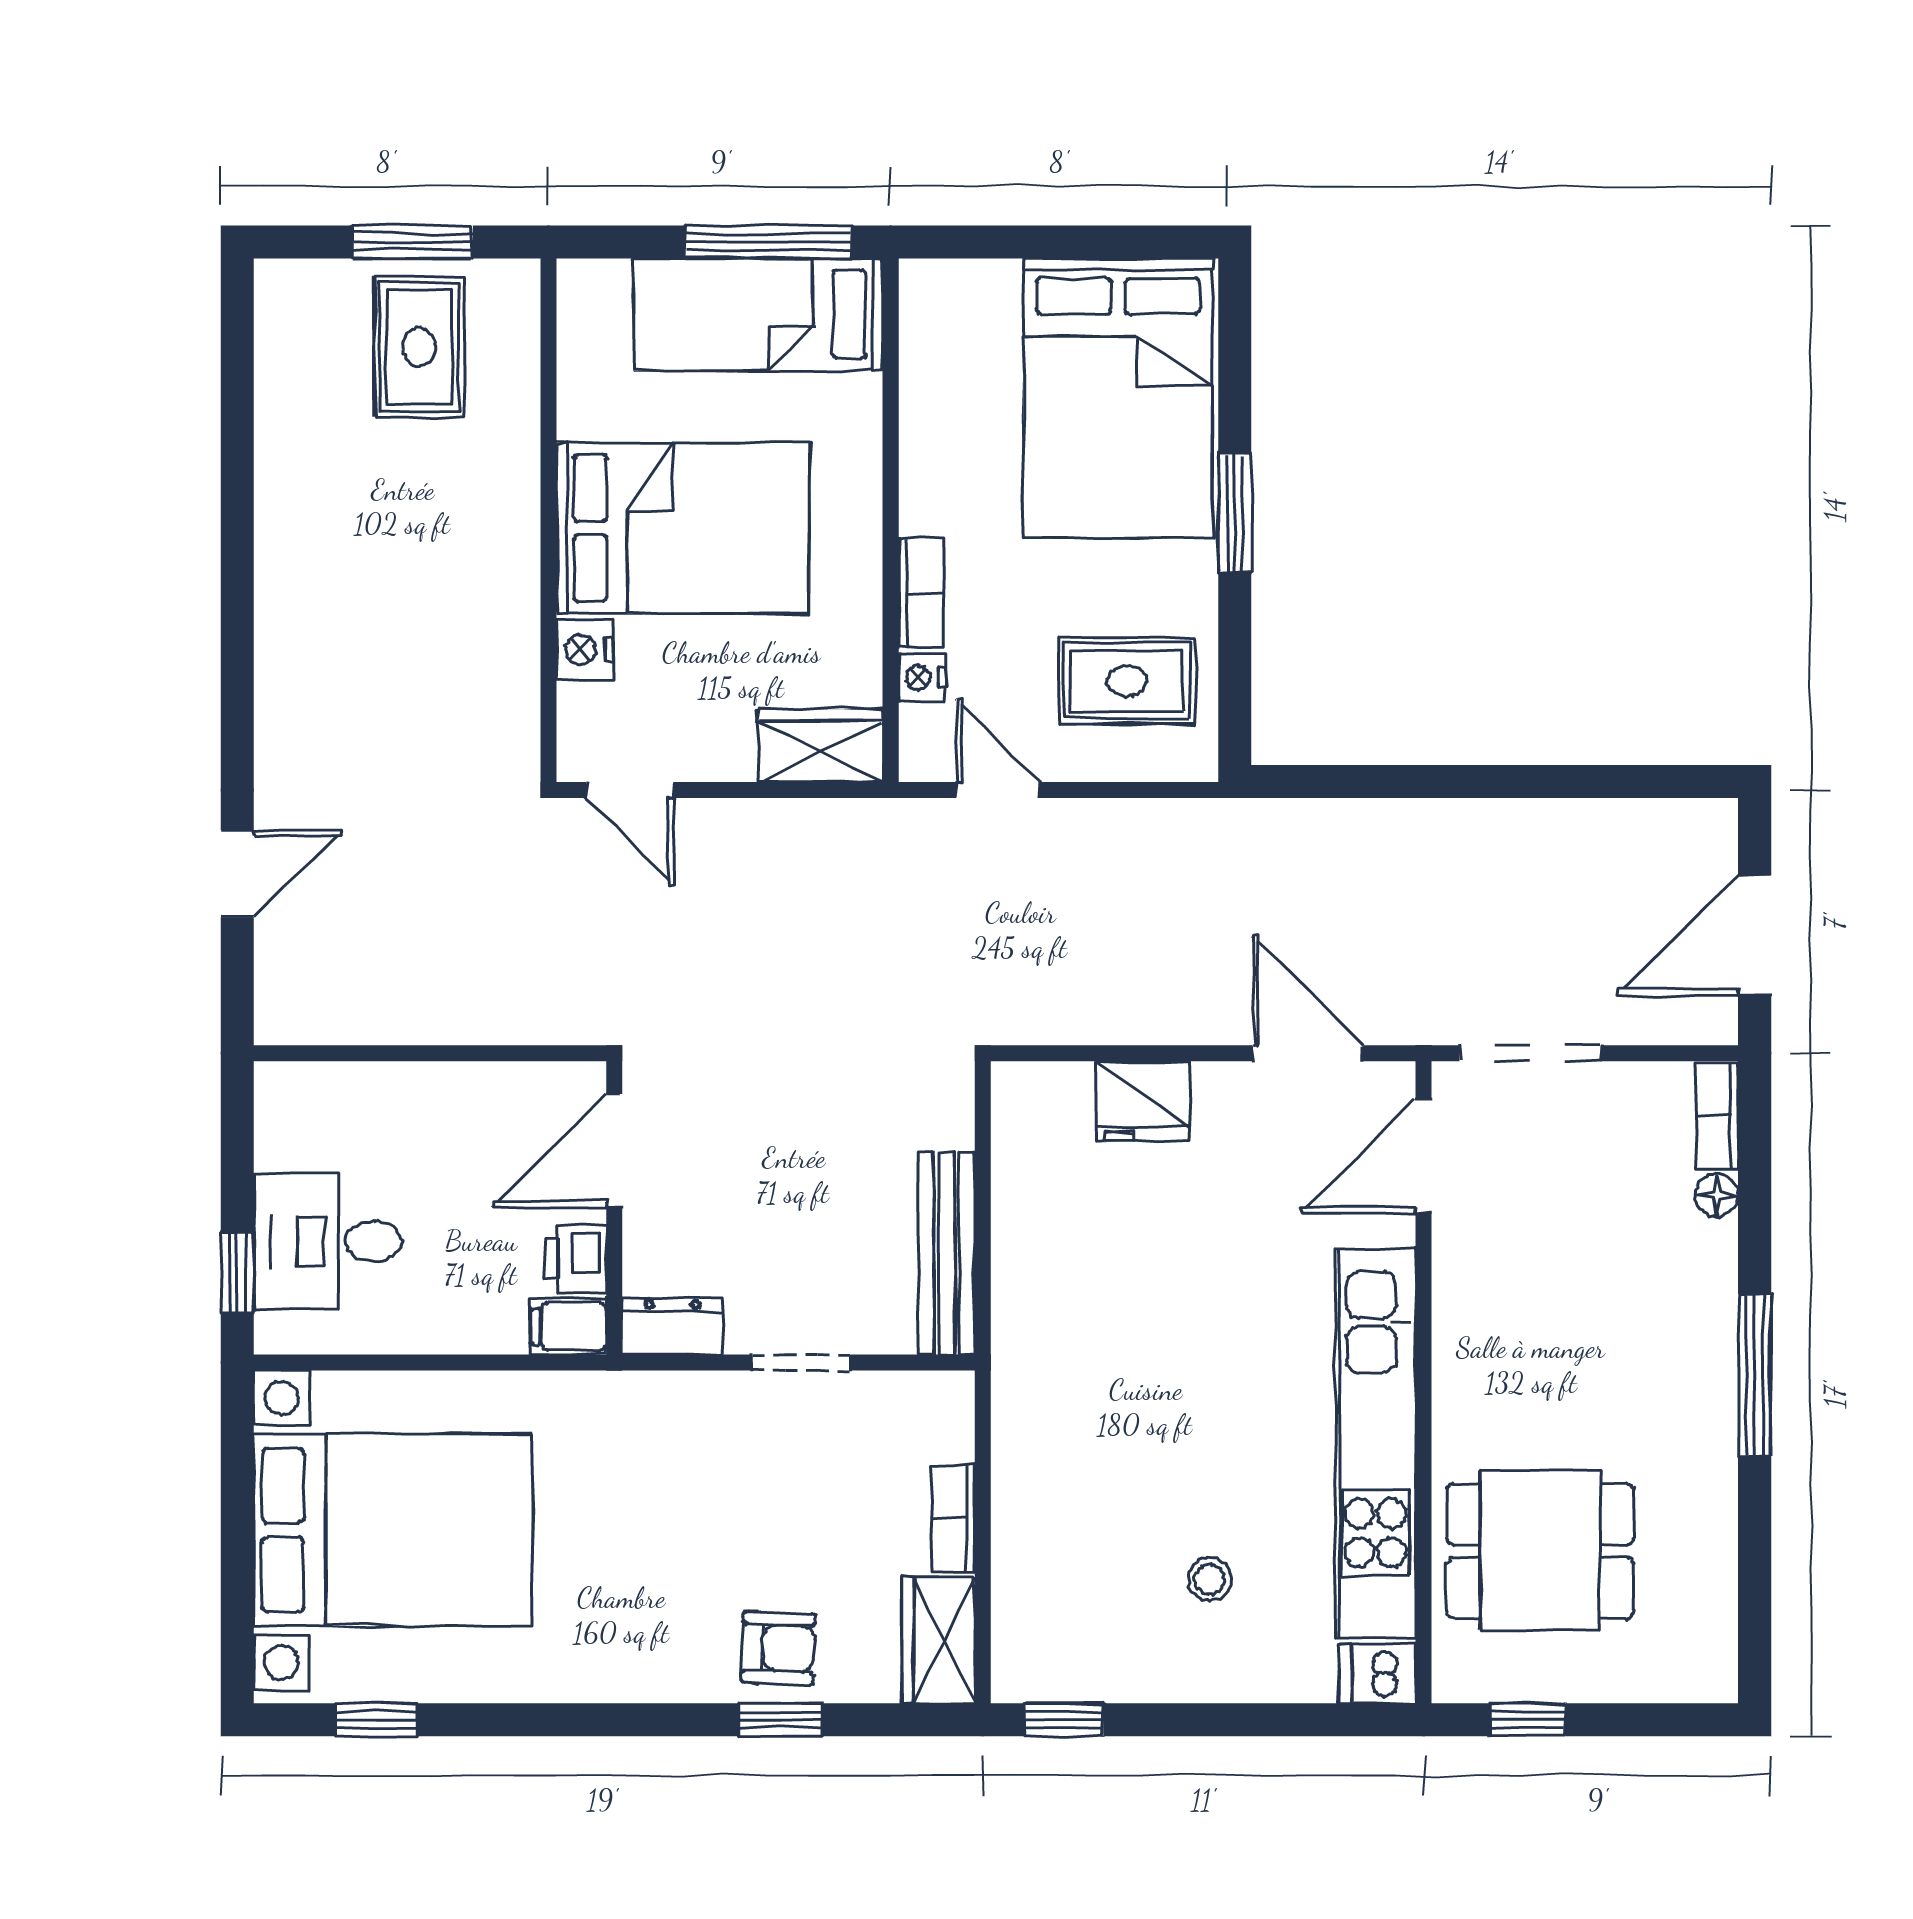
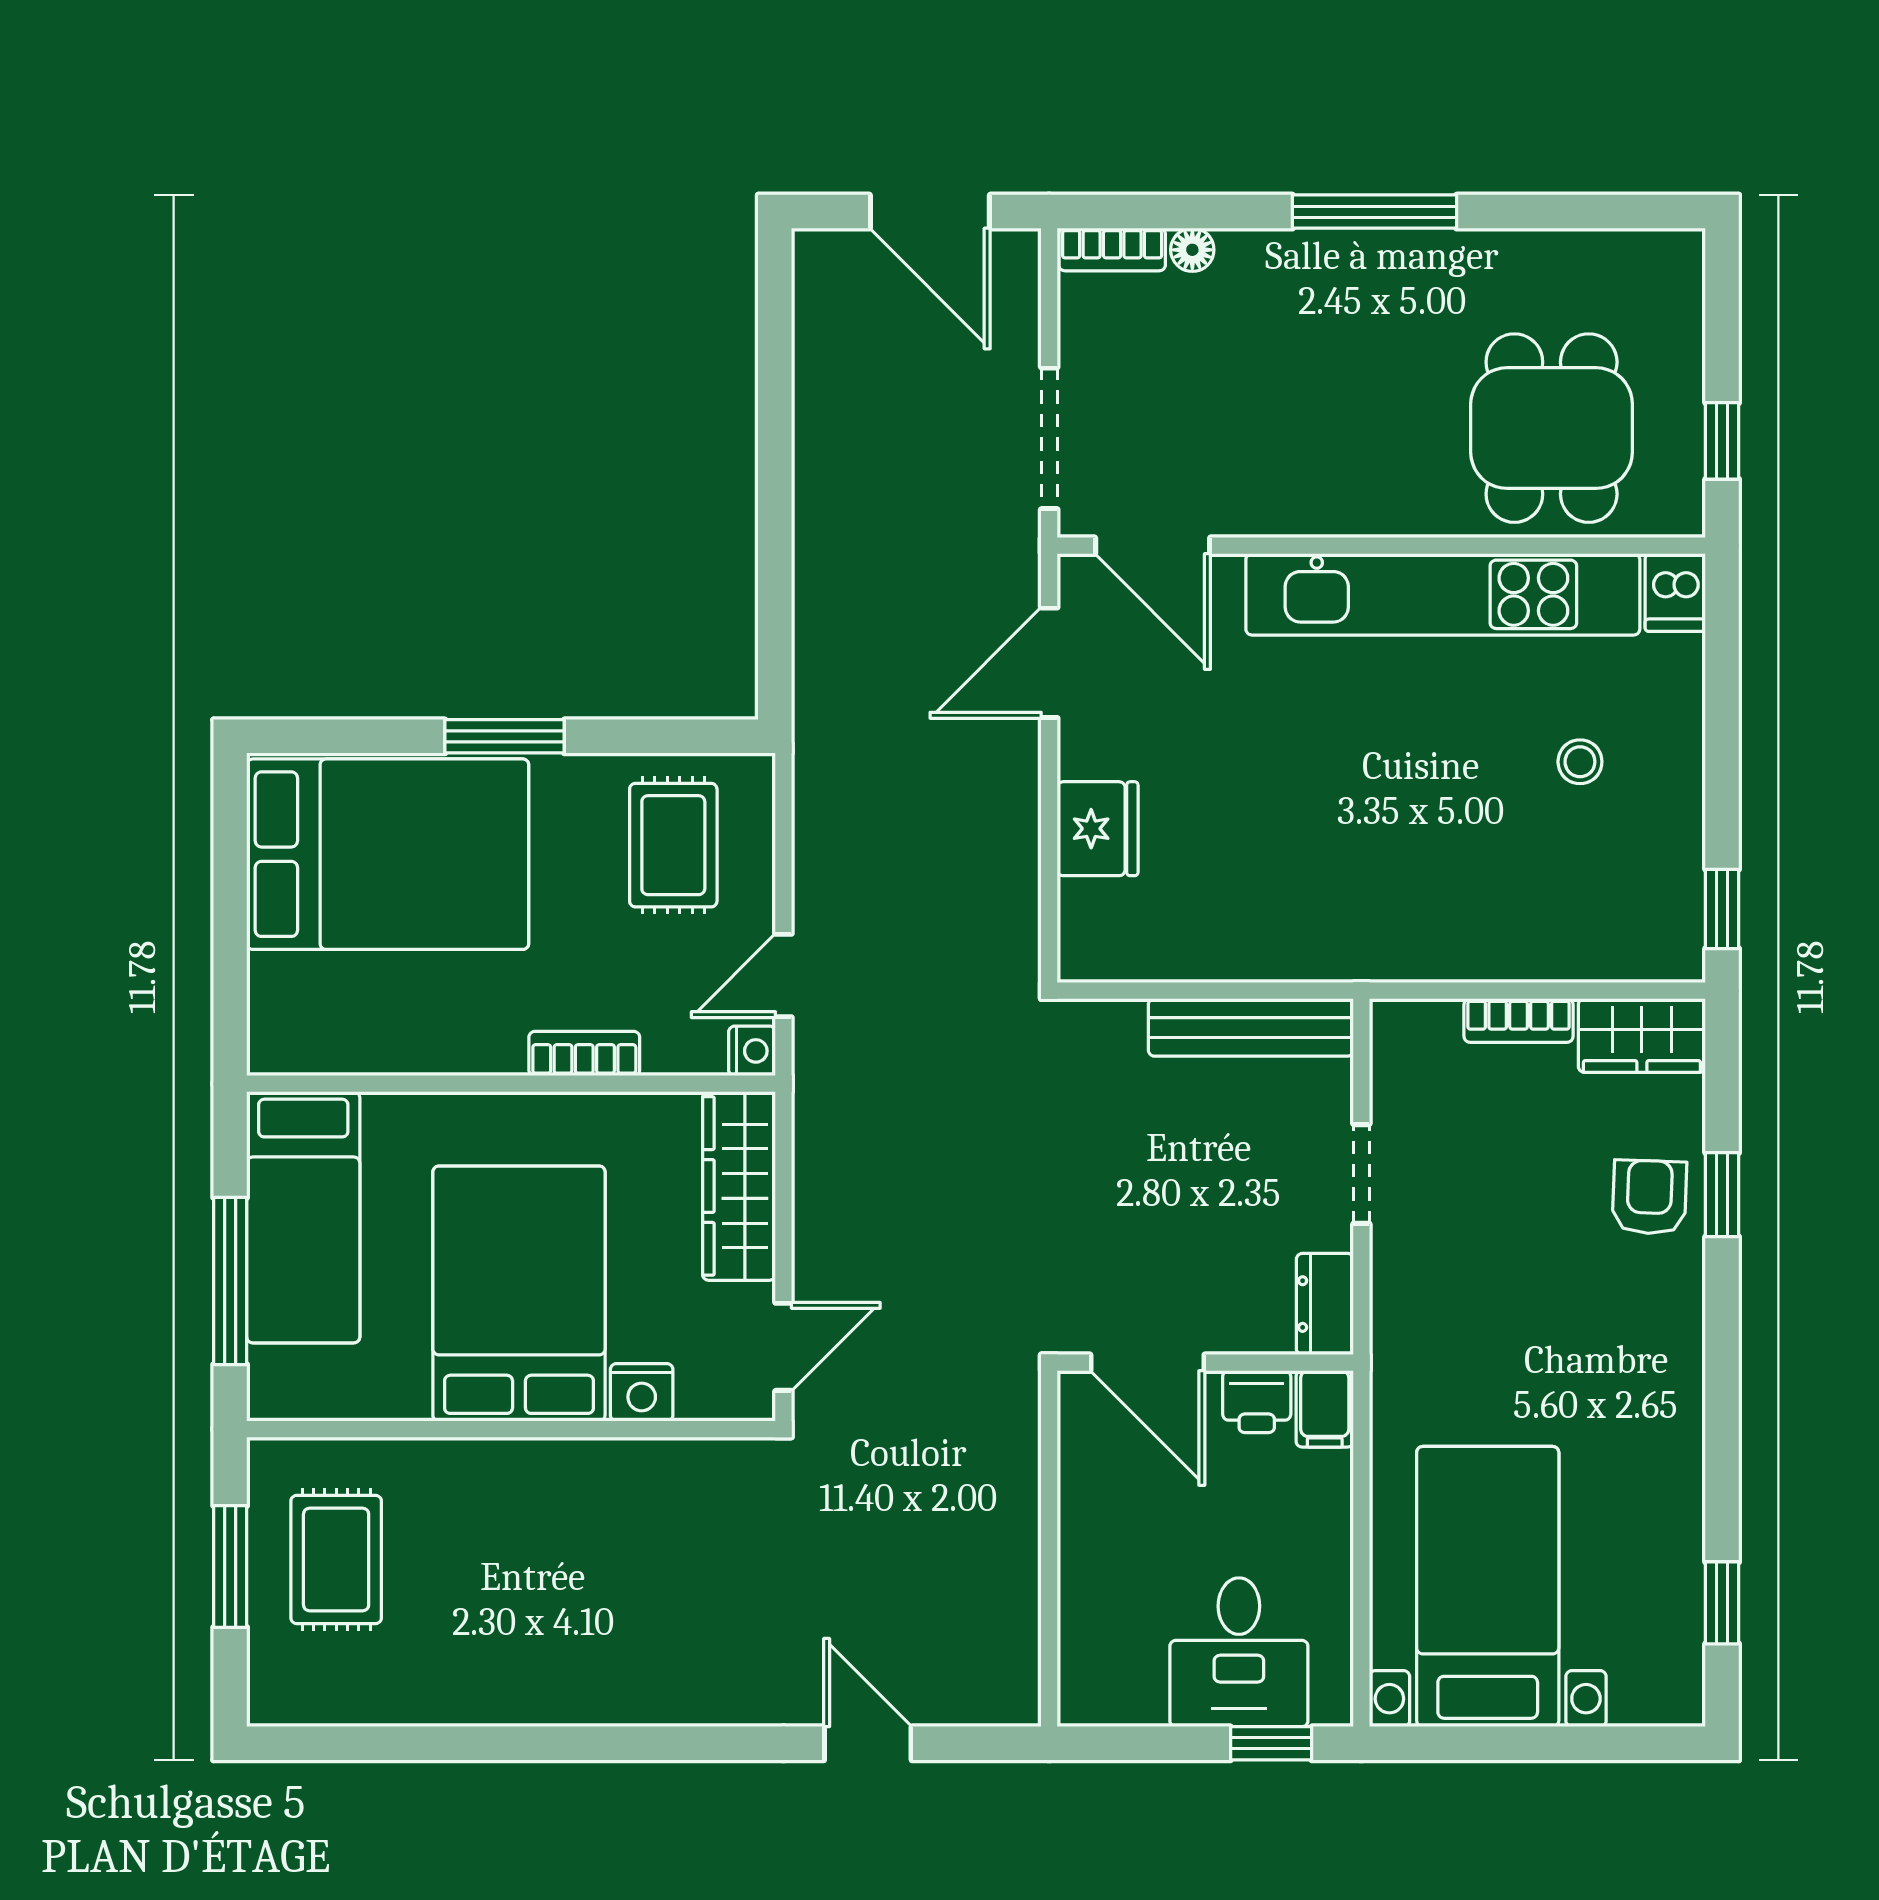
window: (768, 242) -> (230, 1281), moved
rug: (419, 347) -> (336, 1559), turned 90
nightstand: (922, 677) -> (752, 1051), moved, turned -90
wardrobe: (820, 746) -> (739, 1186), width x1.50
bed with nightstands: (392, 1530) -> (1488, 1587), width x0.73

